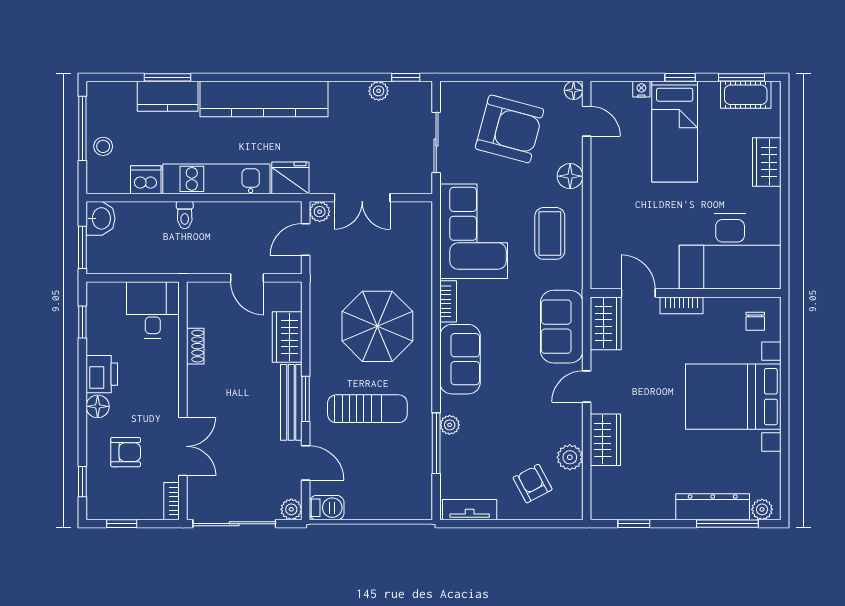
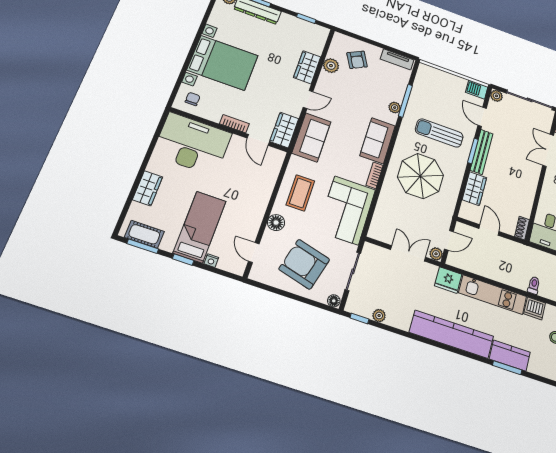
floor lamp: (574, 90) -> (334, 301), moved
toilet: (185, 215) -> (534, 285), moved
shoe rack: (195, 346) -> (522, 228), moved

